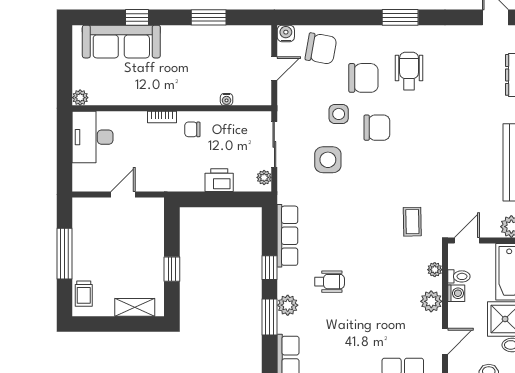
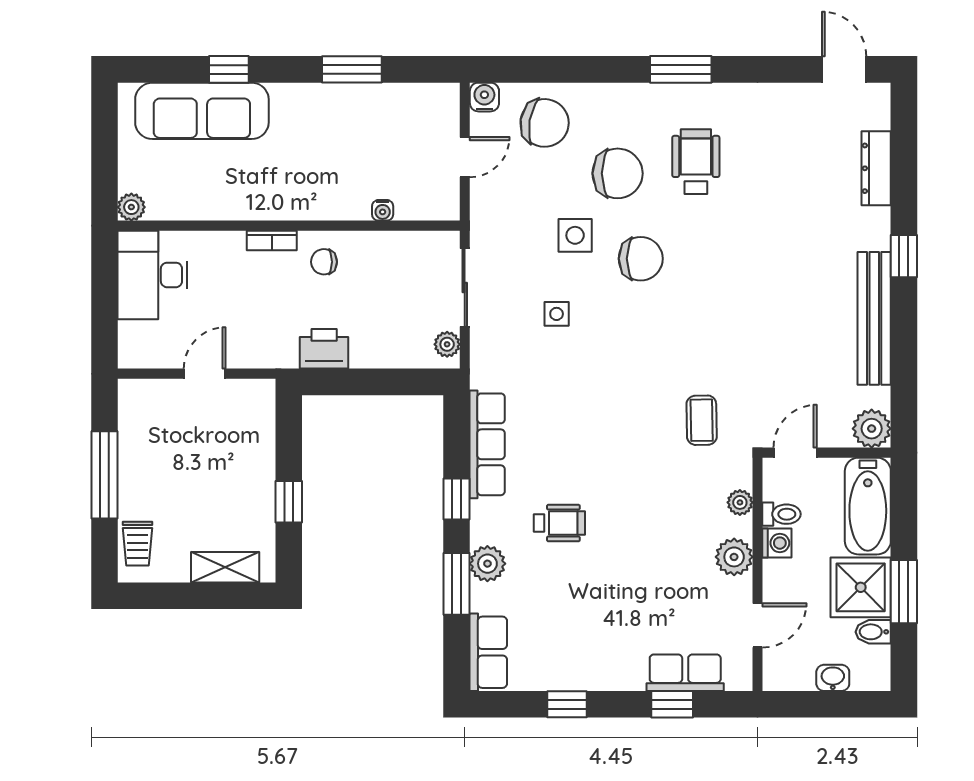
side table: (328, 160) -> (557, 314), width x0.54, depth x0.54
printer: (219, 180) -> (324, 349), moved

